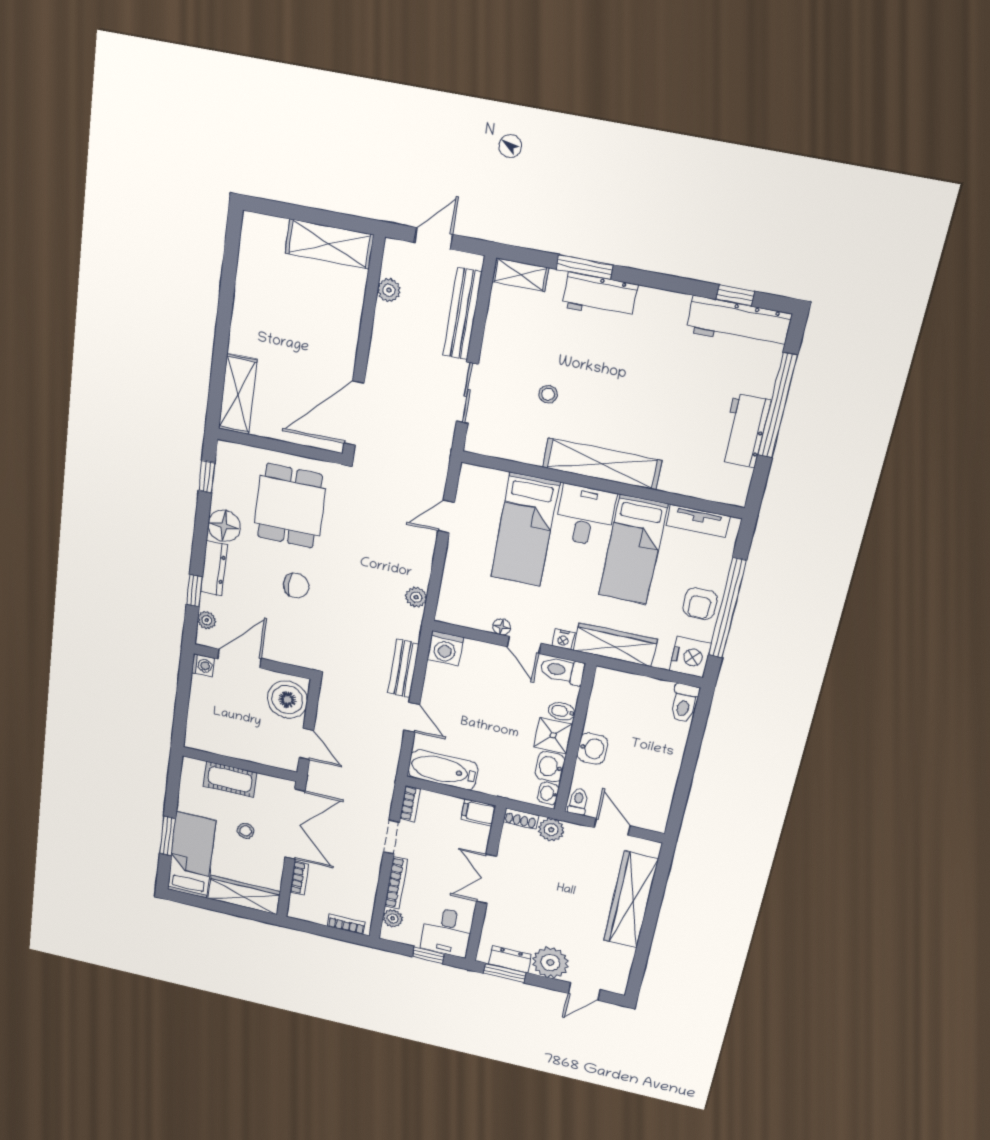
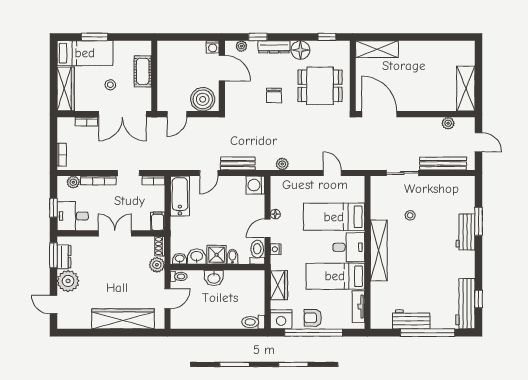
shelving: (520, 275) -> (469, 190), removed
wardrobe: (615, 645) -> (279, 285), width x0.67

